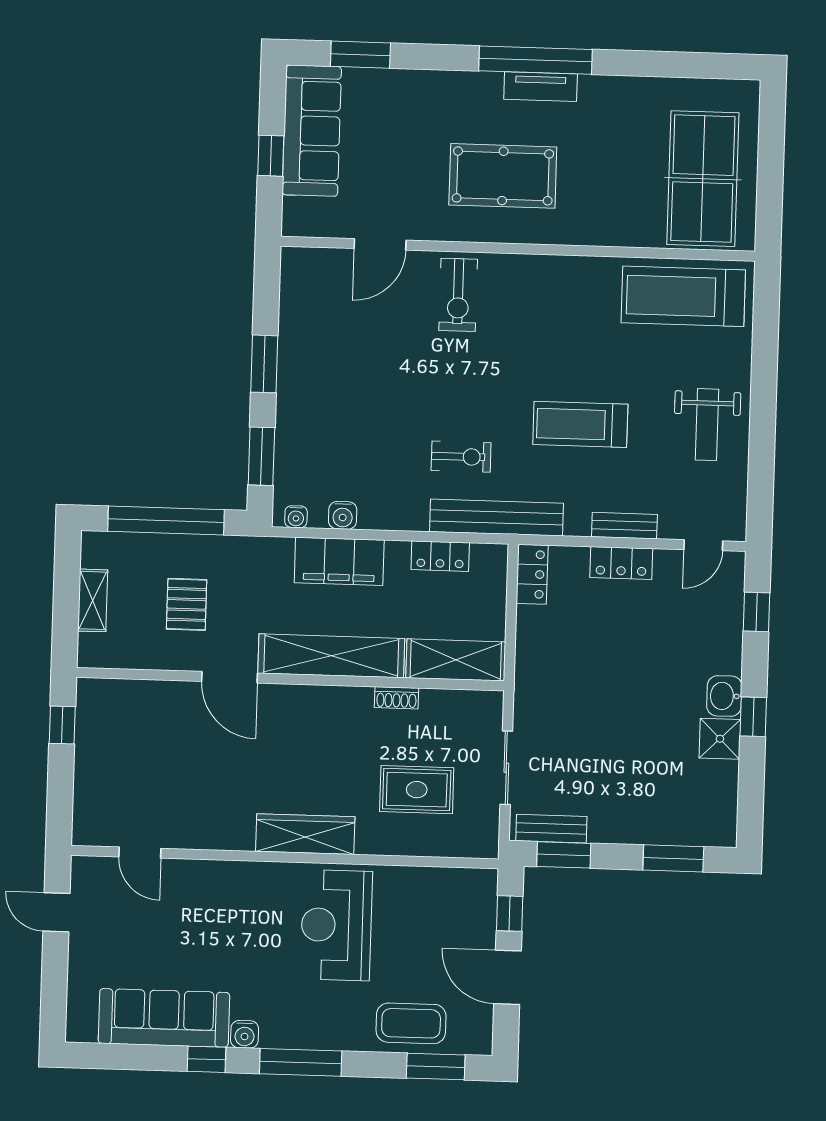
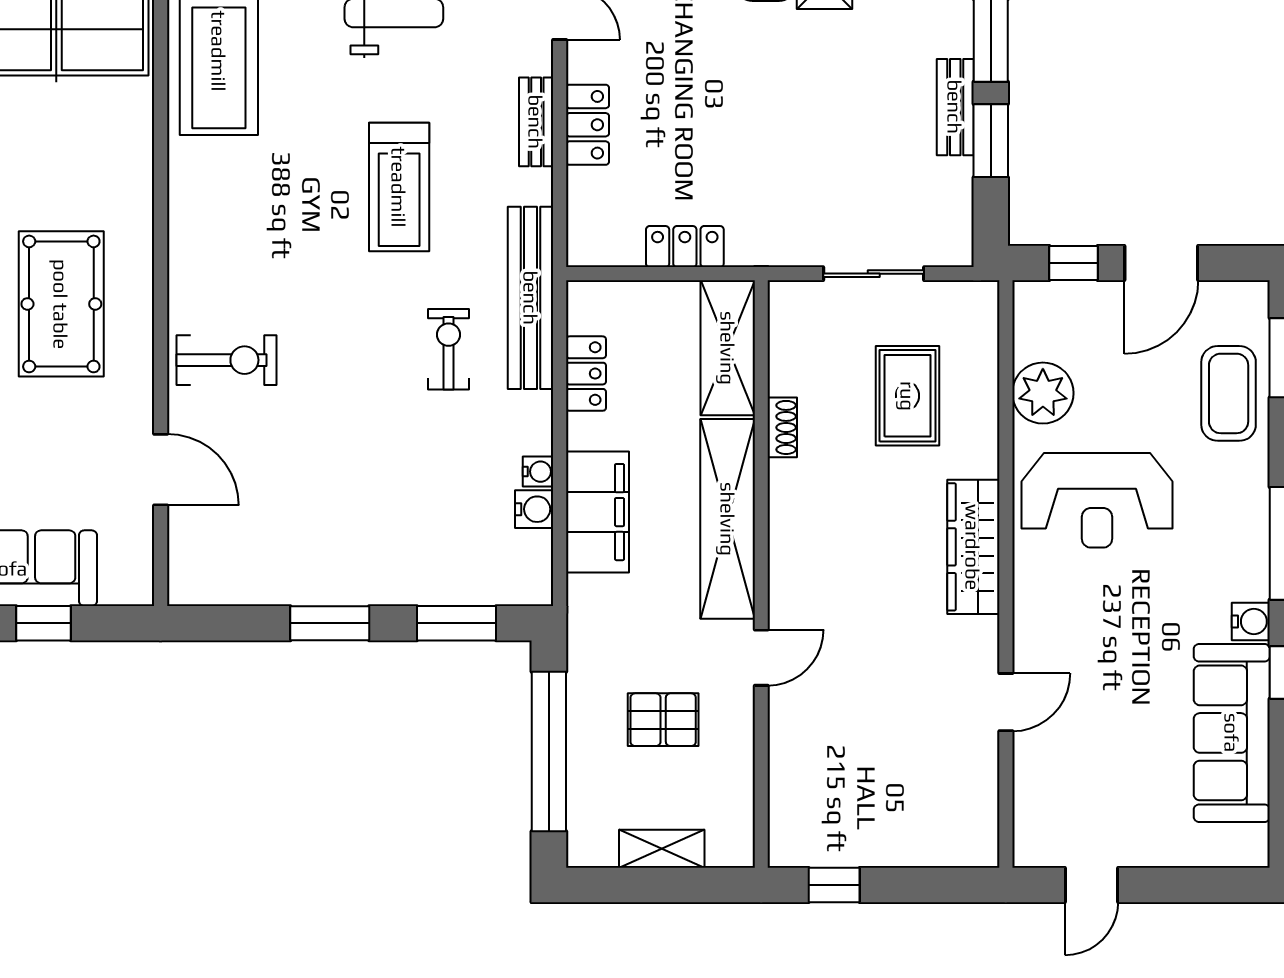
water cooler: (296, 517) -> (538, 472), moved
locker: (532, 574) -> (685, 247), moved
door: (230, 677) -> (761, 658), width x0.73
bench: (551, 829) -> (955, 107), moved
door: (140, 853) -> (1006, 702), moved
window: (564, 855) -> (991, 141), moved
plant: (416, 888) -> (1043, 393), added

